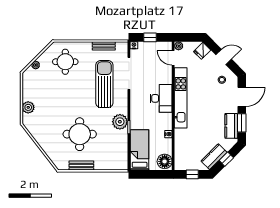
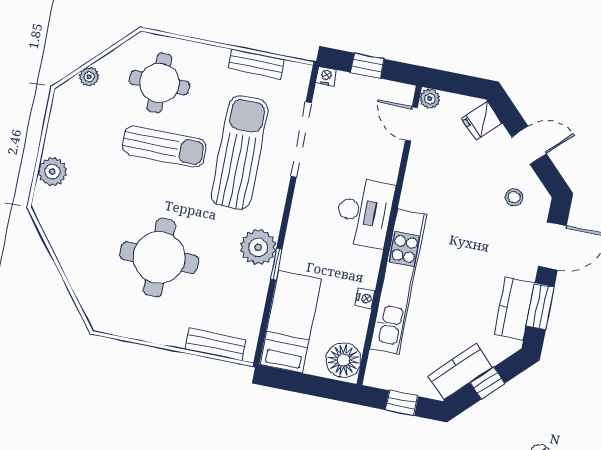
sun lounger: (73, 88) -> (164, 147), added
kitchen unit: (181, 98) -> (398, 281), moved
bench: (81, 166) -> (215, 344), moved

